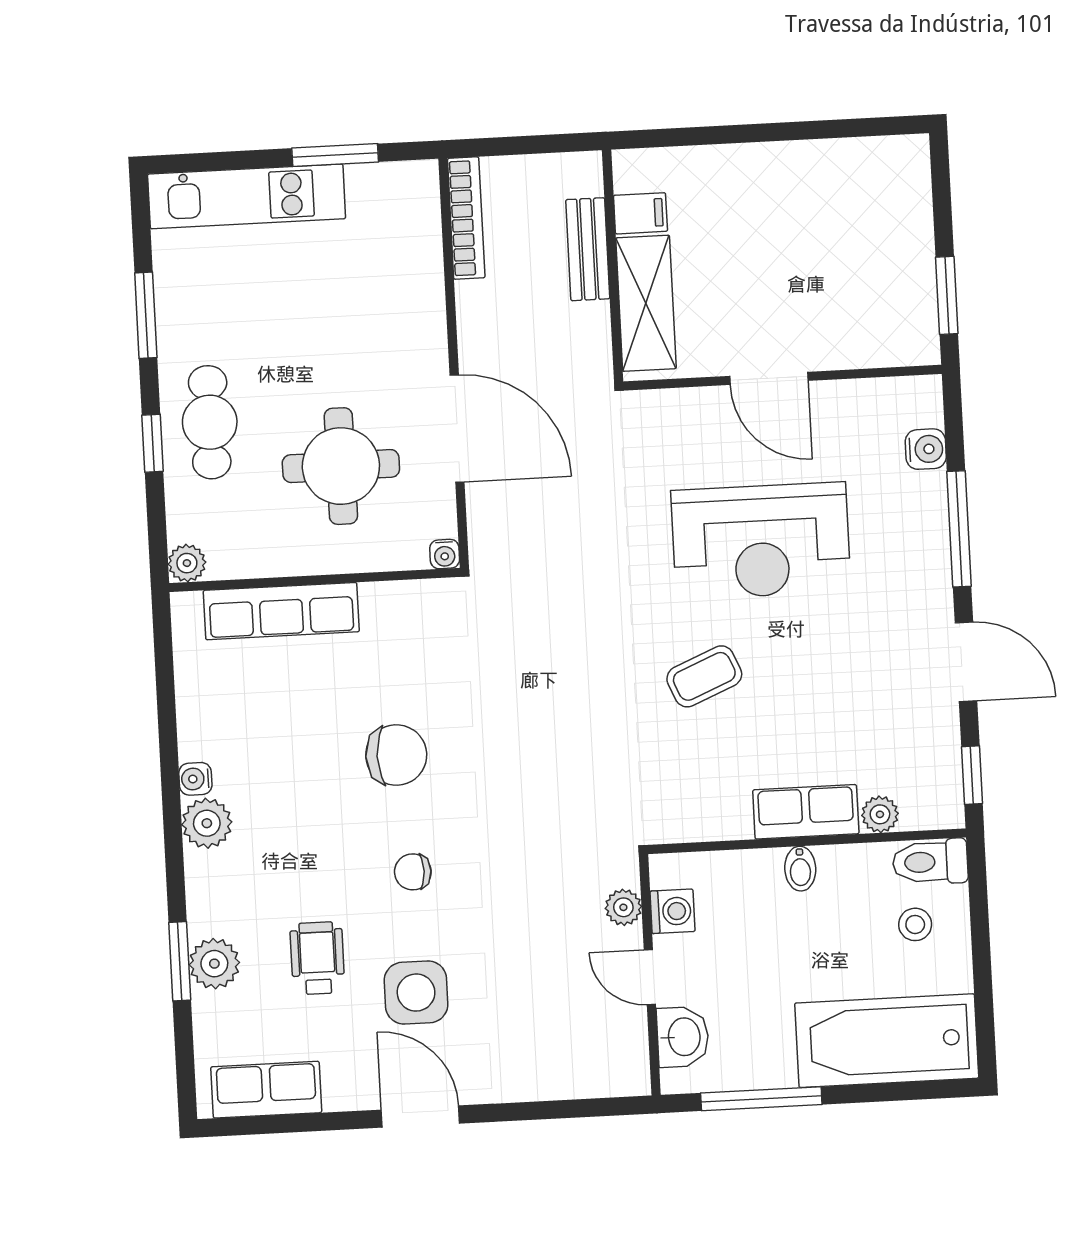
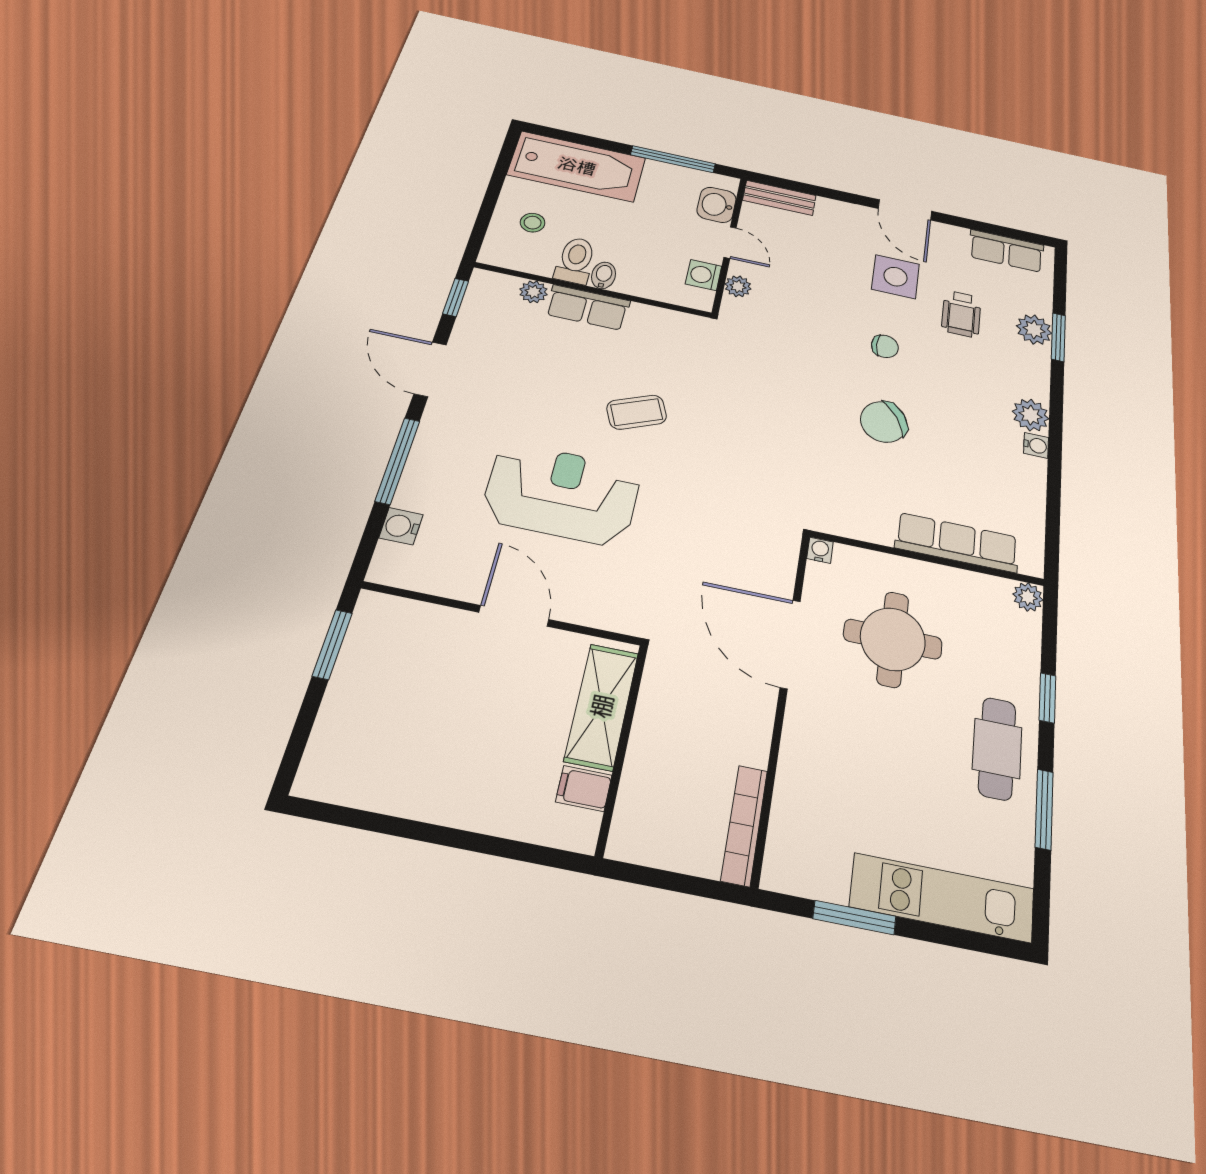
bench: (588, 249) -> (779, 198), moved, turned 90
cafe table: (210, 422) -> (997, 748), moved
chair: (396, 755) -> (884, 422), turned -34
toilet: (930, 862) -> (575, 260), moved, turned -90

